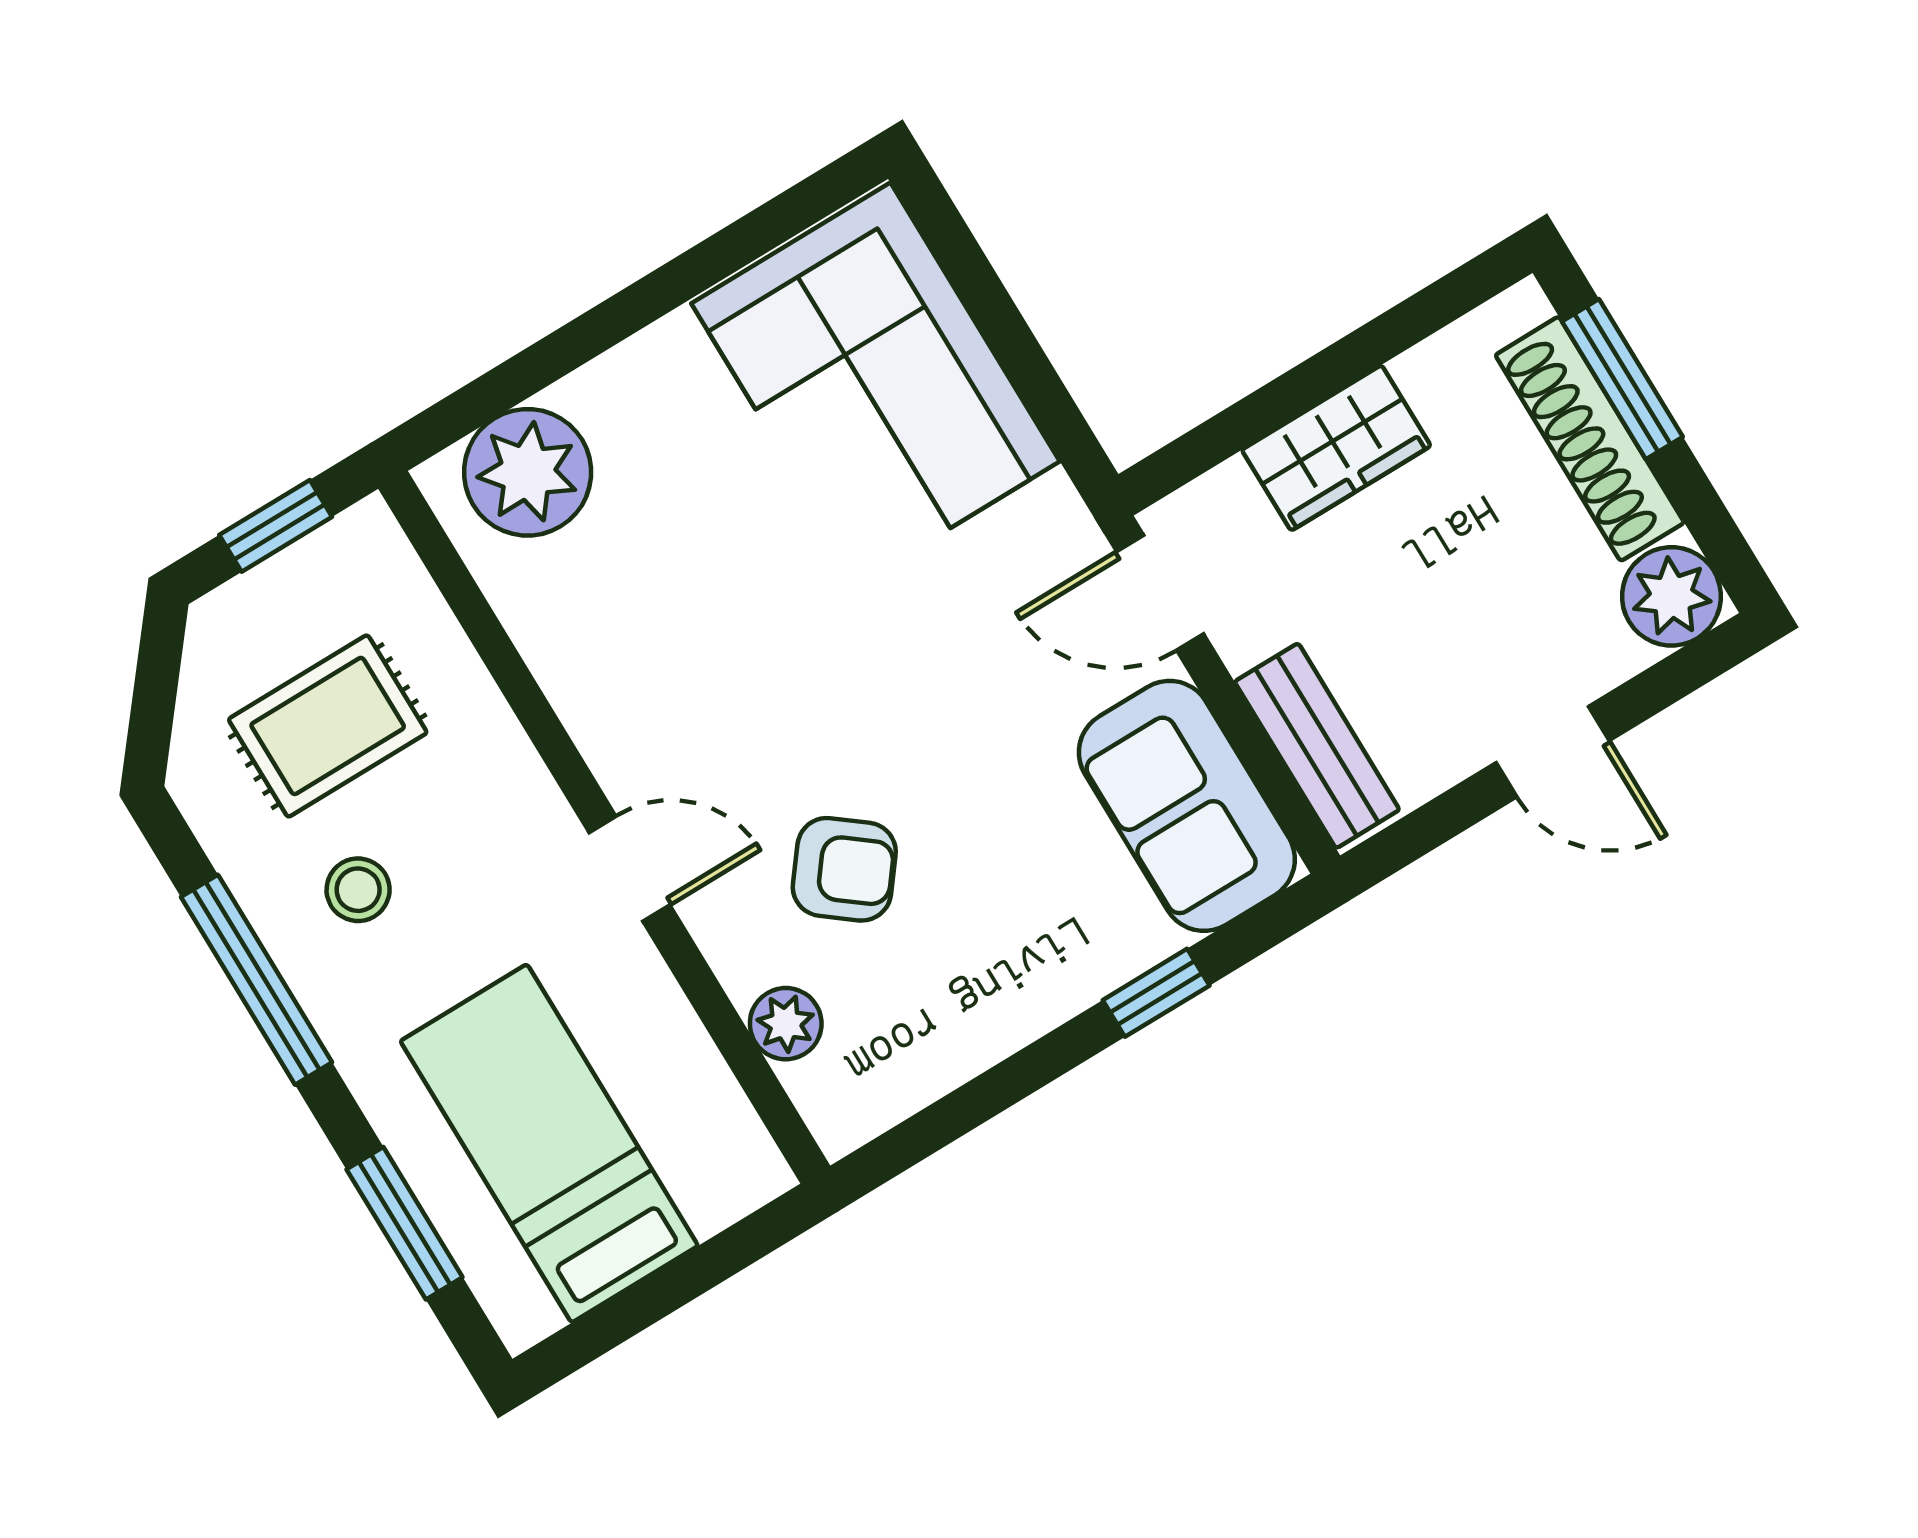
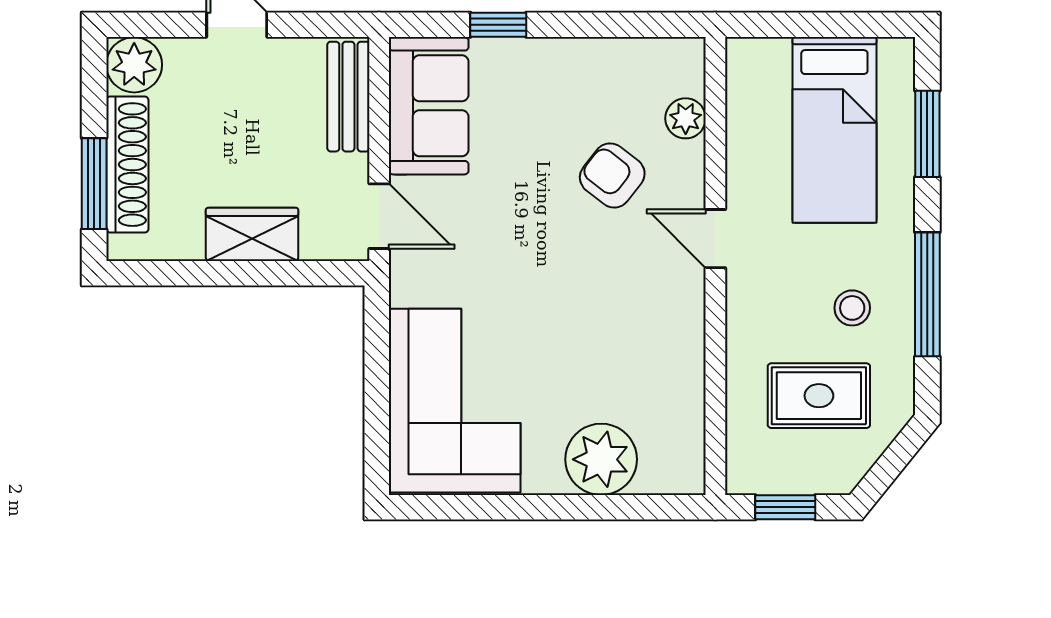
plant: (528, 472) -> (601, 459), moved

